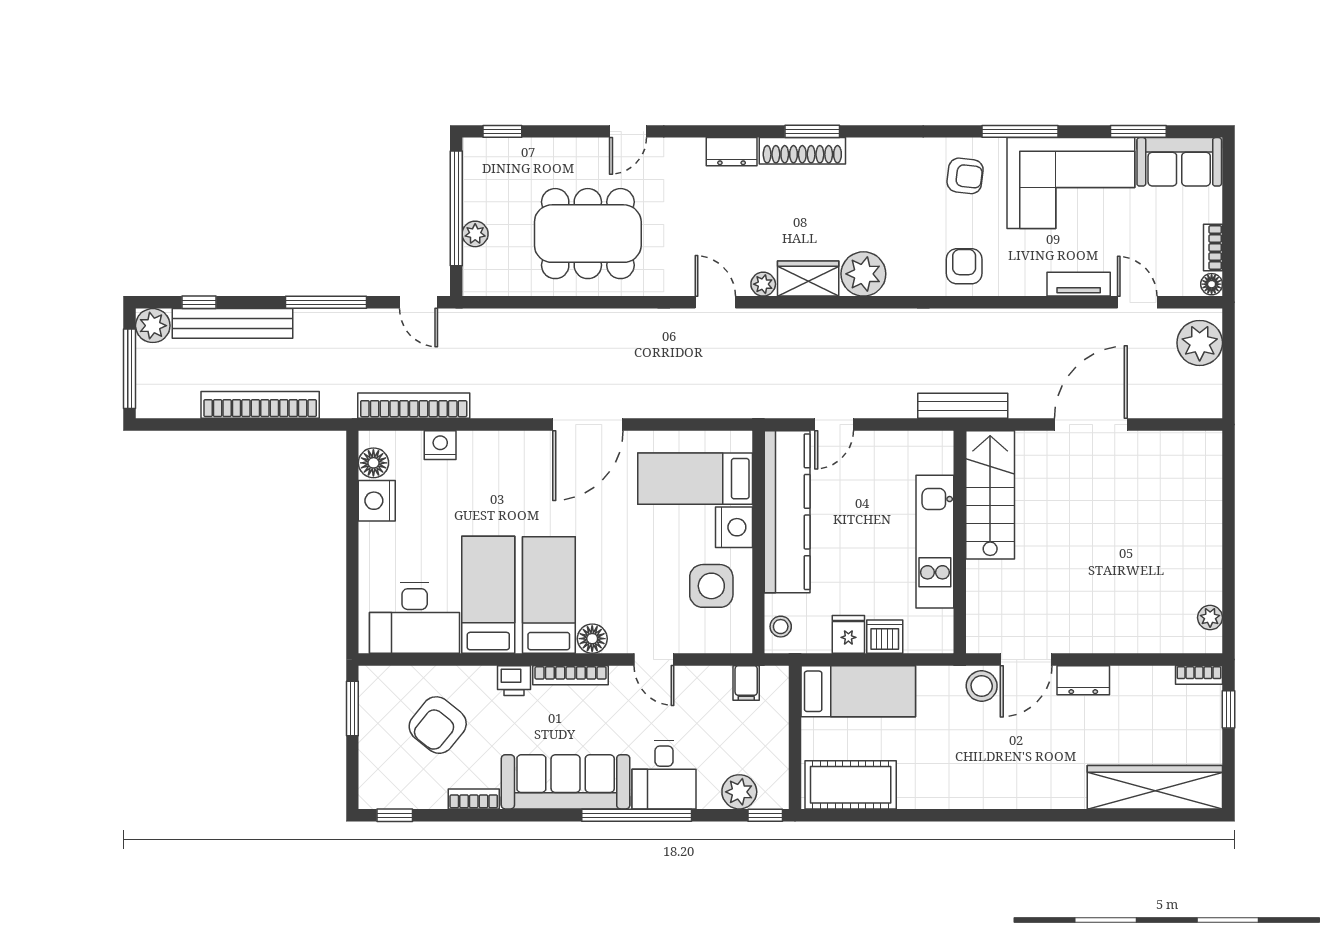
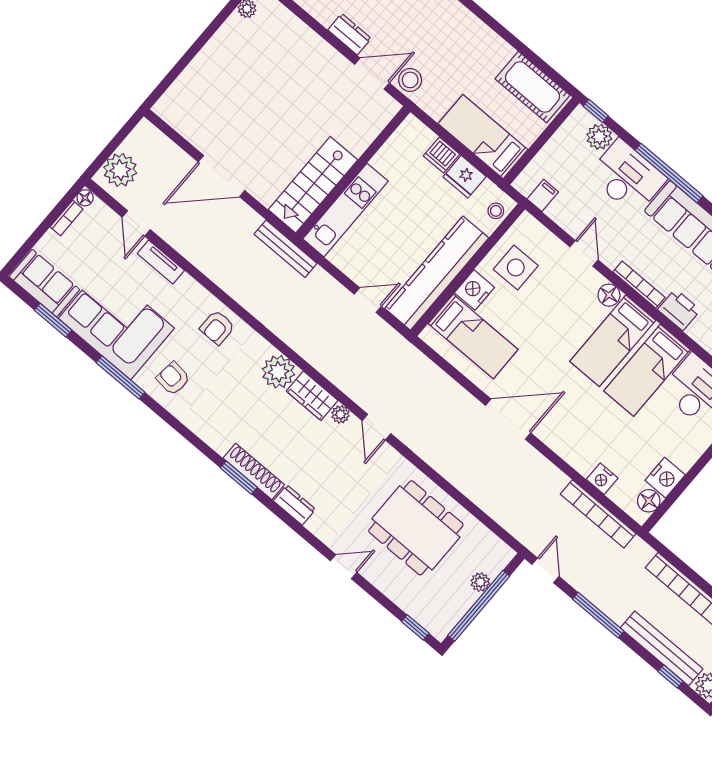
kitchen unit: (935, 542) -> (345, 210), moved
fridge: (848, 634) -> (465, 177), width x1.38
printer: (514, 681) -> (679, 310), width x1.36, depth x1.24
desk: (664, 775) -> (627, 177), width x1.37

